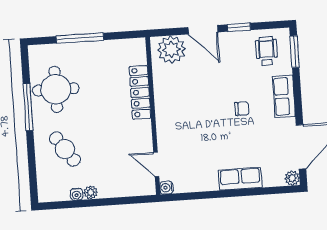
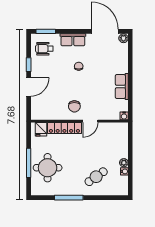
plant: (171, 50) -> (39, 107), removed
fridge: (136, 55) -> (41, 129), added
round table: (56, 89) -> (48, 168), moved
chair: (176, 106) -> (74, 106), added
door: (156, 164) -> (90, 121), moved
row of seats: (240, 179) -> (122, 86), moved

